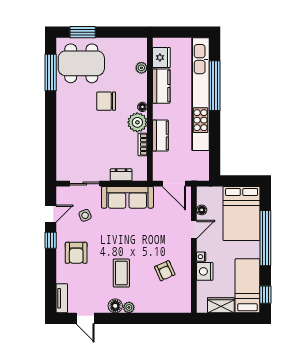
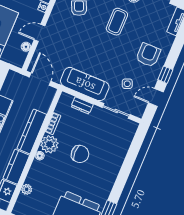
chair: (106, 101) -> (80, 154), moved
kitchen counter: (160, 136) -> (32, 132), width x1.50

